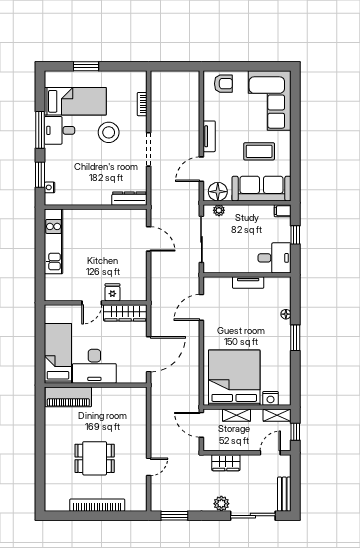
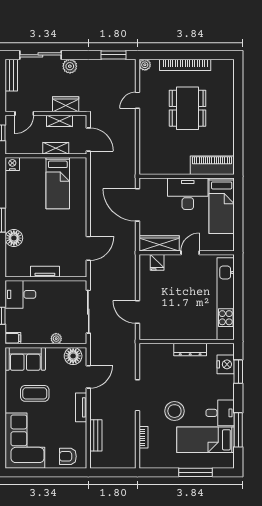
window: (86, 66) -> (196, 472), width x1.44
bench: (193, 106) -> (96, 435), added
window: (40, 130) -> (238, 430), moved
nightstand: (50, 187) -> (226, 364), width x1.89, depth x1.79
sofa: (262, 189) -> (25, 359), width x0.73
dresser: (129, 199) -> (190, 349), moved
plant: (219, 210) -> (56, 339), moved
kitchen unit: (54, 241) -> (226, 299), width x1.36
fridge: (112, 292) -> (157, 262), moved
floor lamp: (286, 314) -> (14, 238), width x1.89, depth x1.89
door: (149, 354) -> (137, 205), hinge flipped
bed: (234, 378) -> (58, 183), width x0.49
nightstand: (271, 398) -> (12, 164), moved
shelving: (277, 415) -> (59, 121), moved
dining table: (95, 458) -> (188, 108), width x1.38
plant: (141, 505) -> (145, 65), added

